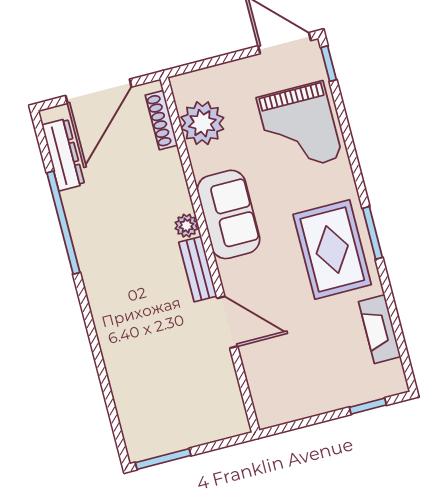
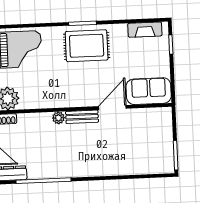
sofa: (228, 214) -> (149, 91), moved
fireplace: (380, 329) -> (145, 30), moved

